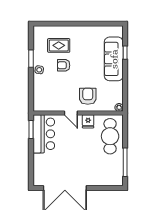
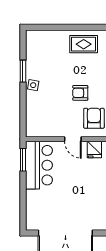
rug: (59, 45) -> (84, 44), moved
armchair: (64, 65) -> (80, 93), moved

